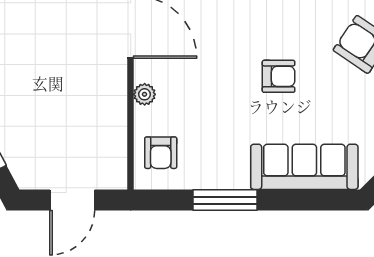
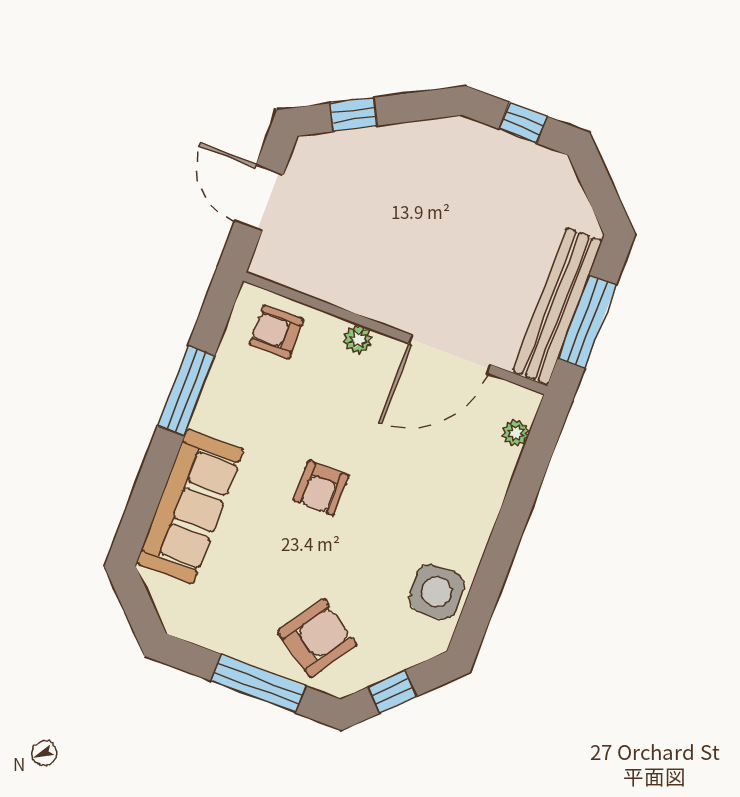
armchair: (279, 76) -> (321, 488), moved

